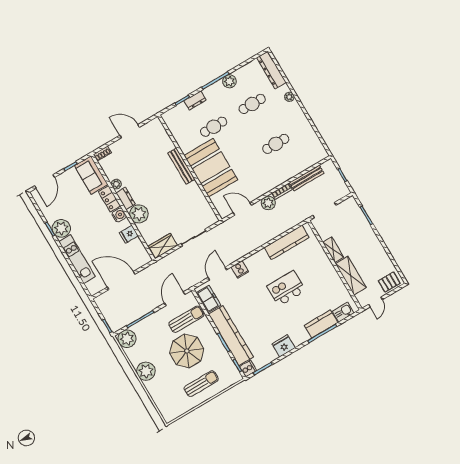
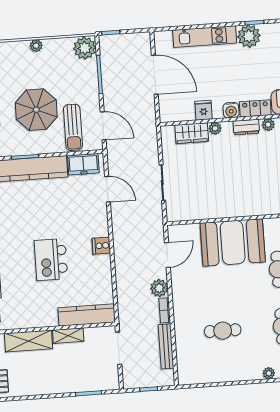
cafe table: (276, 144) -> (223, 331), turned 90
bench: (181, 166) -> (251, 210), removed
plant: (139, 214) -> (215, 128), width x0.53, depth x0.53
kitchen counter: (287, 242) -> (87, 315), moved, turned 90
wardrobe: (163, 246) -> (192, 133), moved, turned 90
cooker: (240, 269) -> (101, 246), moved
door: (121, 281) -> (155, 75), hinge flipped
kitchen island: (286, 288) -> (51, 260), turned 180
plant: (146, 371) -> (36, 46), width x0.53, depth x0.53

